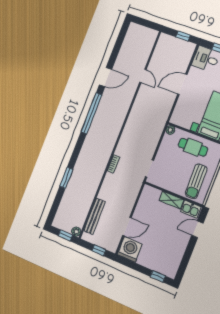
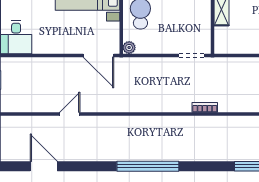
door: (106, 77) -> (44, 166), moved
door: (182, 84) -> (98, 55), moved

